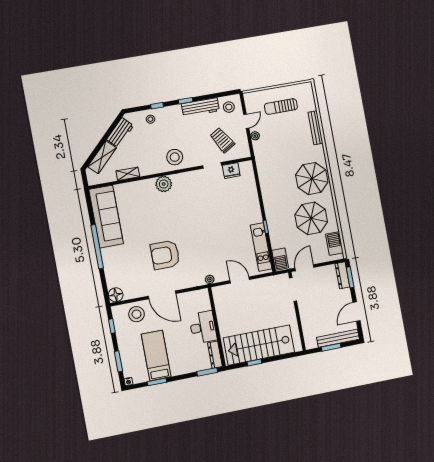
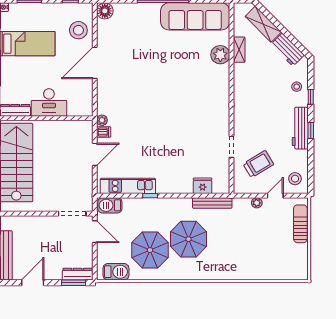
workbench: (200, 107) -> (300, 128), moved
sun lounger: (281, 107) -> (300, 224), moved
door: (246, 121) -> (275, 196), swing flipped
bench: (316, 128) -> (212, 203), moved
stool: (175, 157) -> (249, 106), removed
fridge: (231, 171) -> (203, 186), moved, turned 90
parasol: (312, 179) -> (188, 239), moved
plant: (164, 184) -> (220, 55), moved
armchair: (165, 255) -> (139, 75), removed
dishwasher: (219, 276) -> (104, 132), added
door: (356, 312) -> (33, 283), hinge flipped

